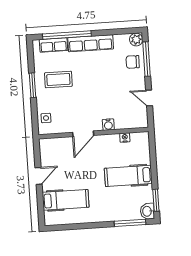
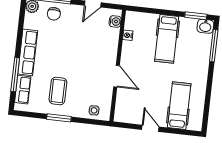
window: (67, 35) -> (15, 75), width x0.68
water cooler: (108, 125) -> (115, 21), moved

